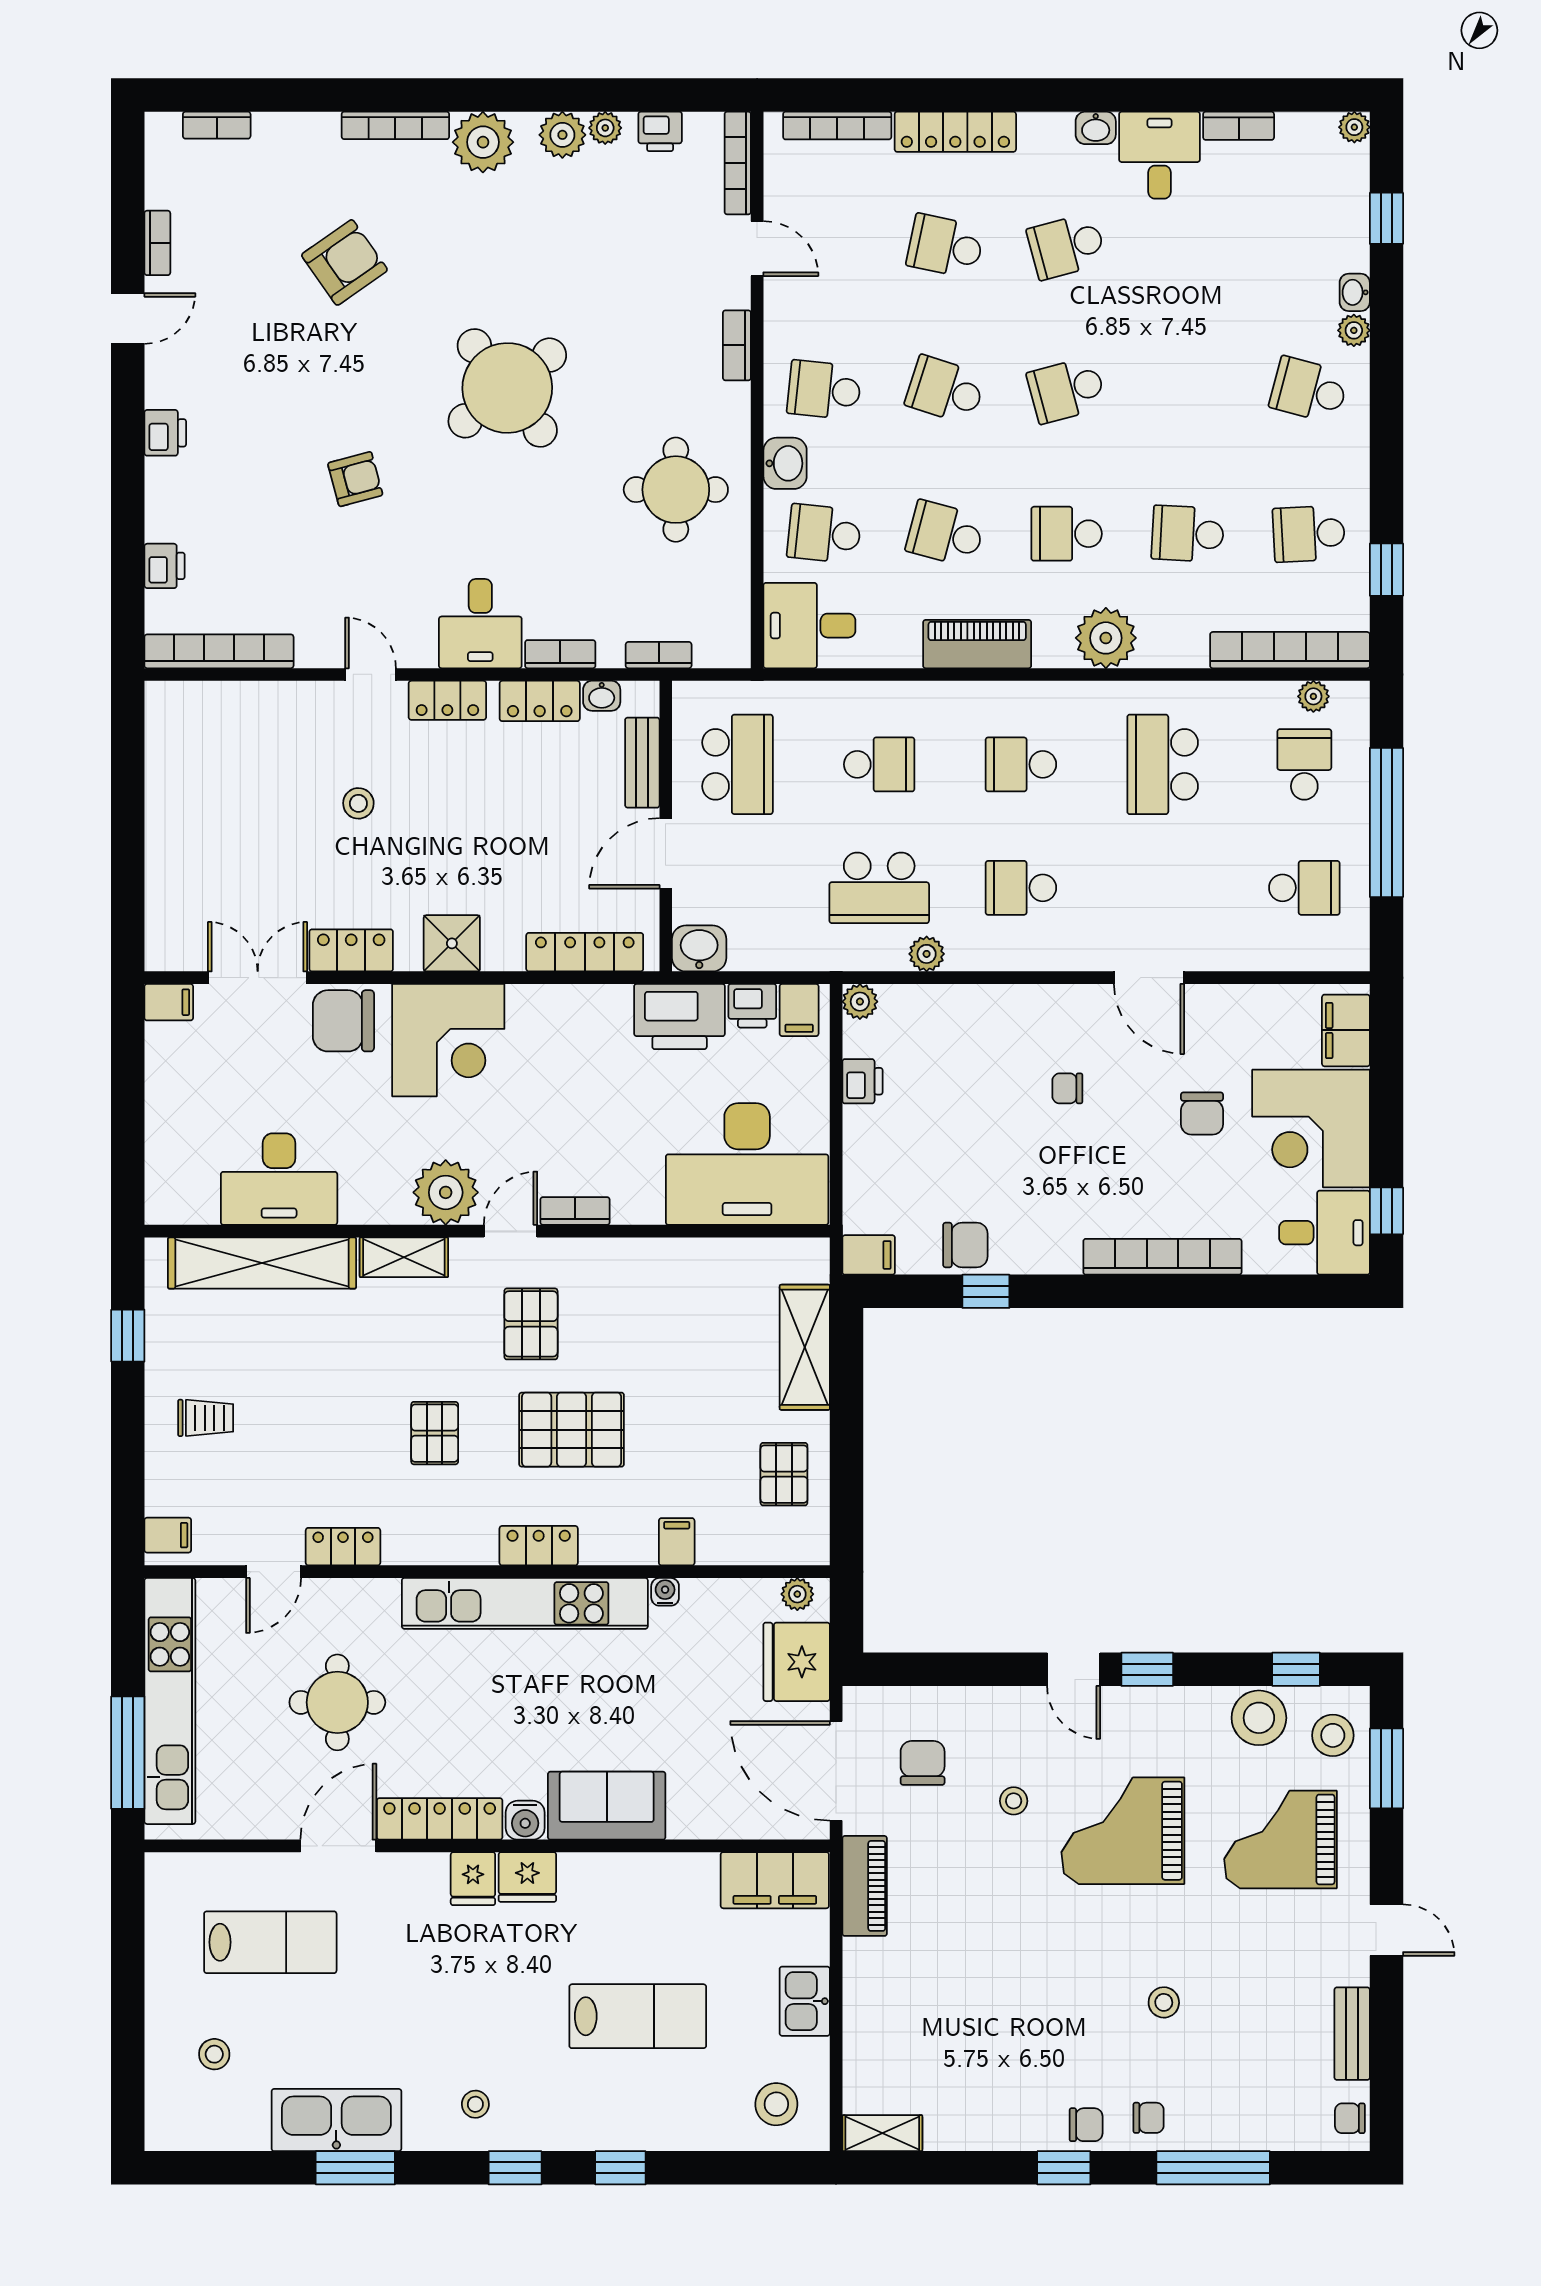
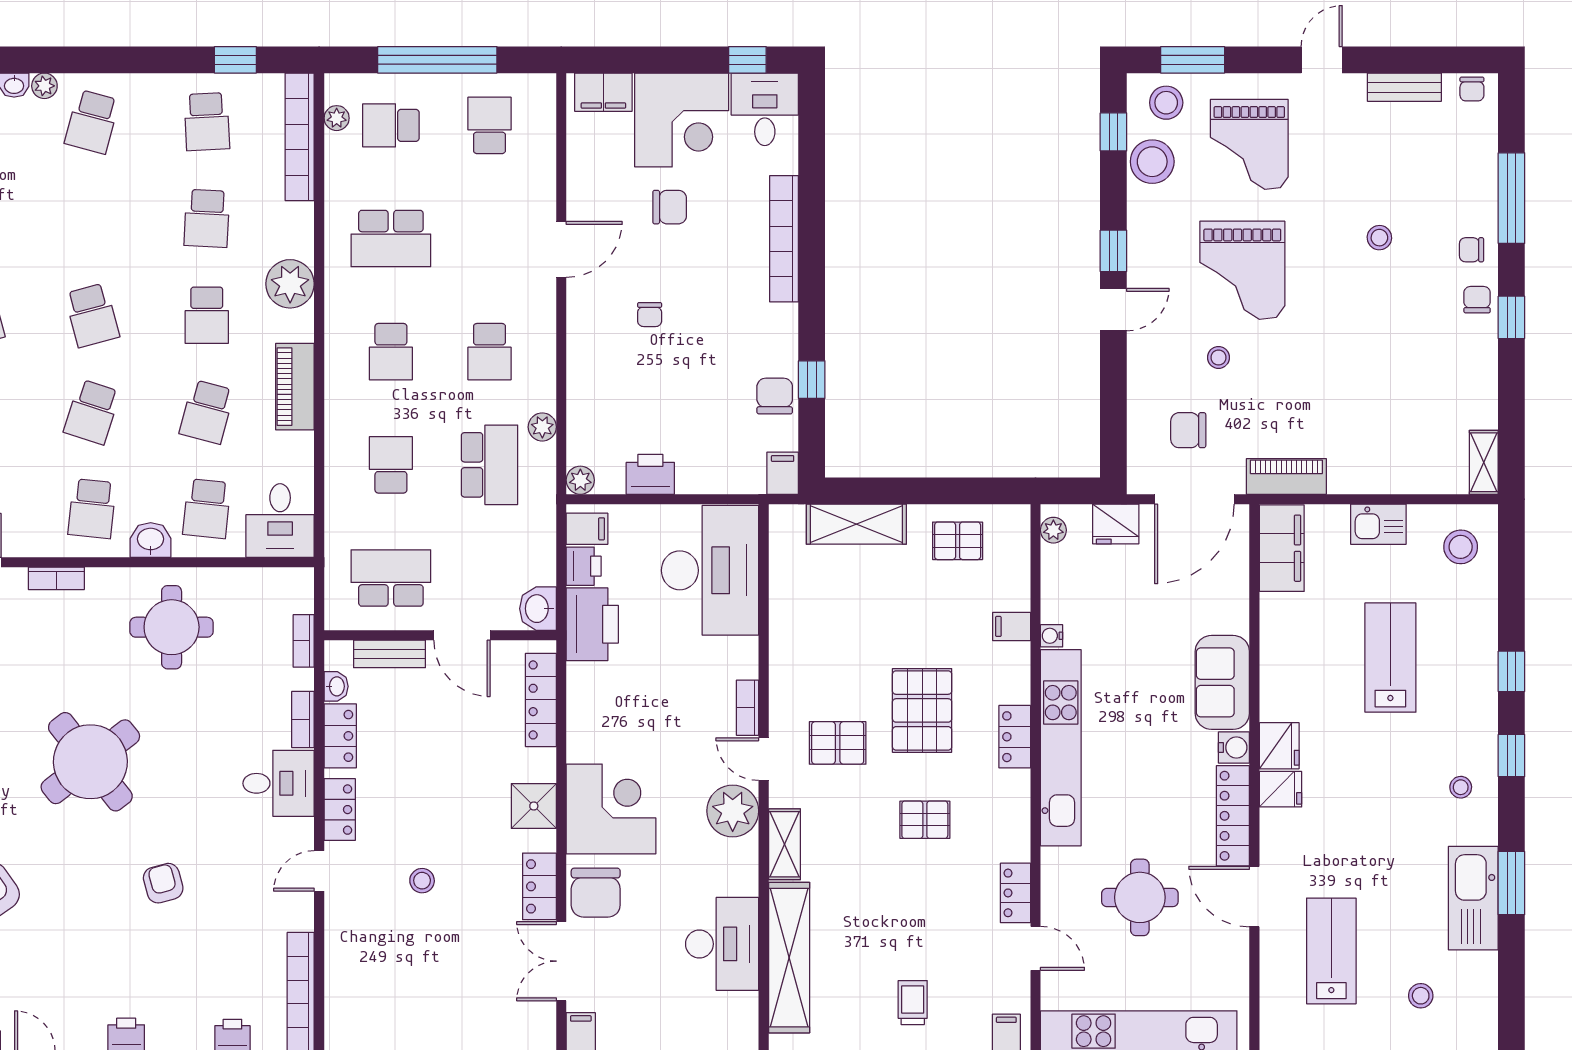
printer: (862, 1081) -> (650, 474), width x1.36, depth x1.24
fridge: (797, 1662) -> (1116, 524), width x0.73, depth x0.75
chair: (1149, 2118) -> (1471, 250), turned -90

